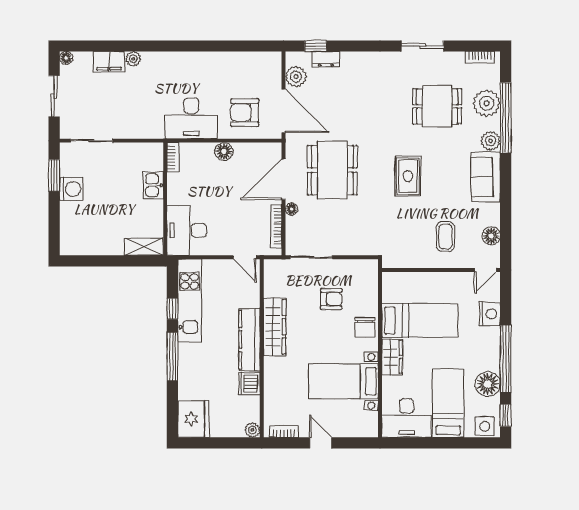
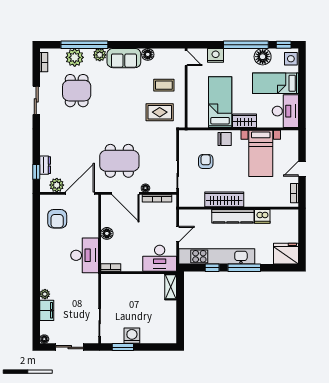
armchair: (245, 113) -> (57, 219), moved
rug: (408, 176) -> (160, 112), moved
kitchen sink: (153, 185) -> (130, 281), removed
floor lamp: (491, 236) -> (148, 54), moved
door: (245, 257) -> (178, 234), moved
kitchen unit: (190, 300) -> (217, 256), width x1.36
plant: (252, 430) -> (293, 214), removed

